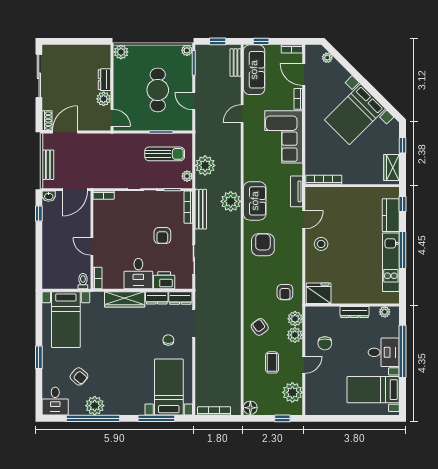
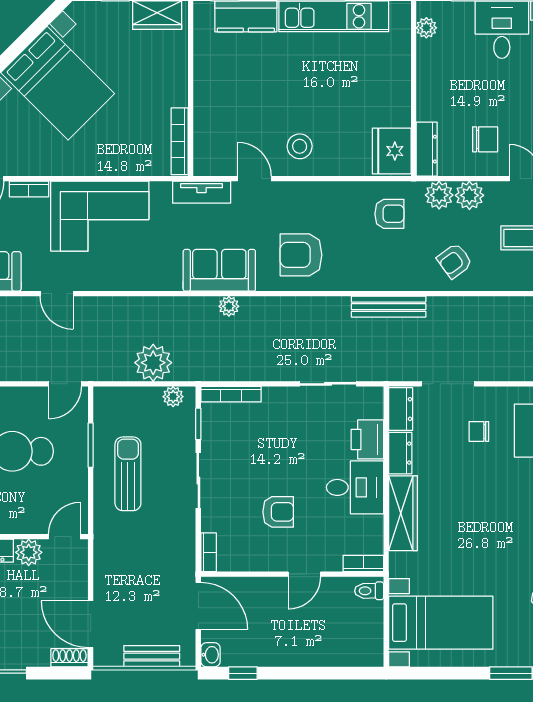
door: (194, 101) -> (65, 384), moved
sun lounger: (165, 154) -> (128, 474), moved
plant: (231, 201) -> (229, 306), width x0.53, depth x0.53
bench: (201, 209) -> (389, 307), moved
armchair: (162, 235) -> (278, 512), moved
dresser: (354, 312) -> (427, 149), moved

